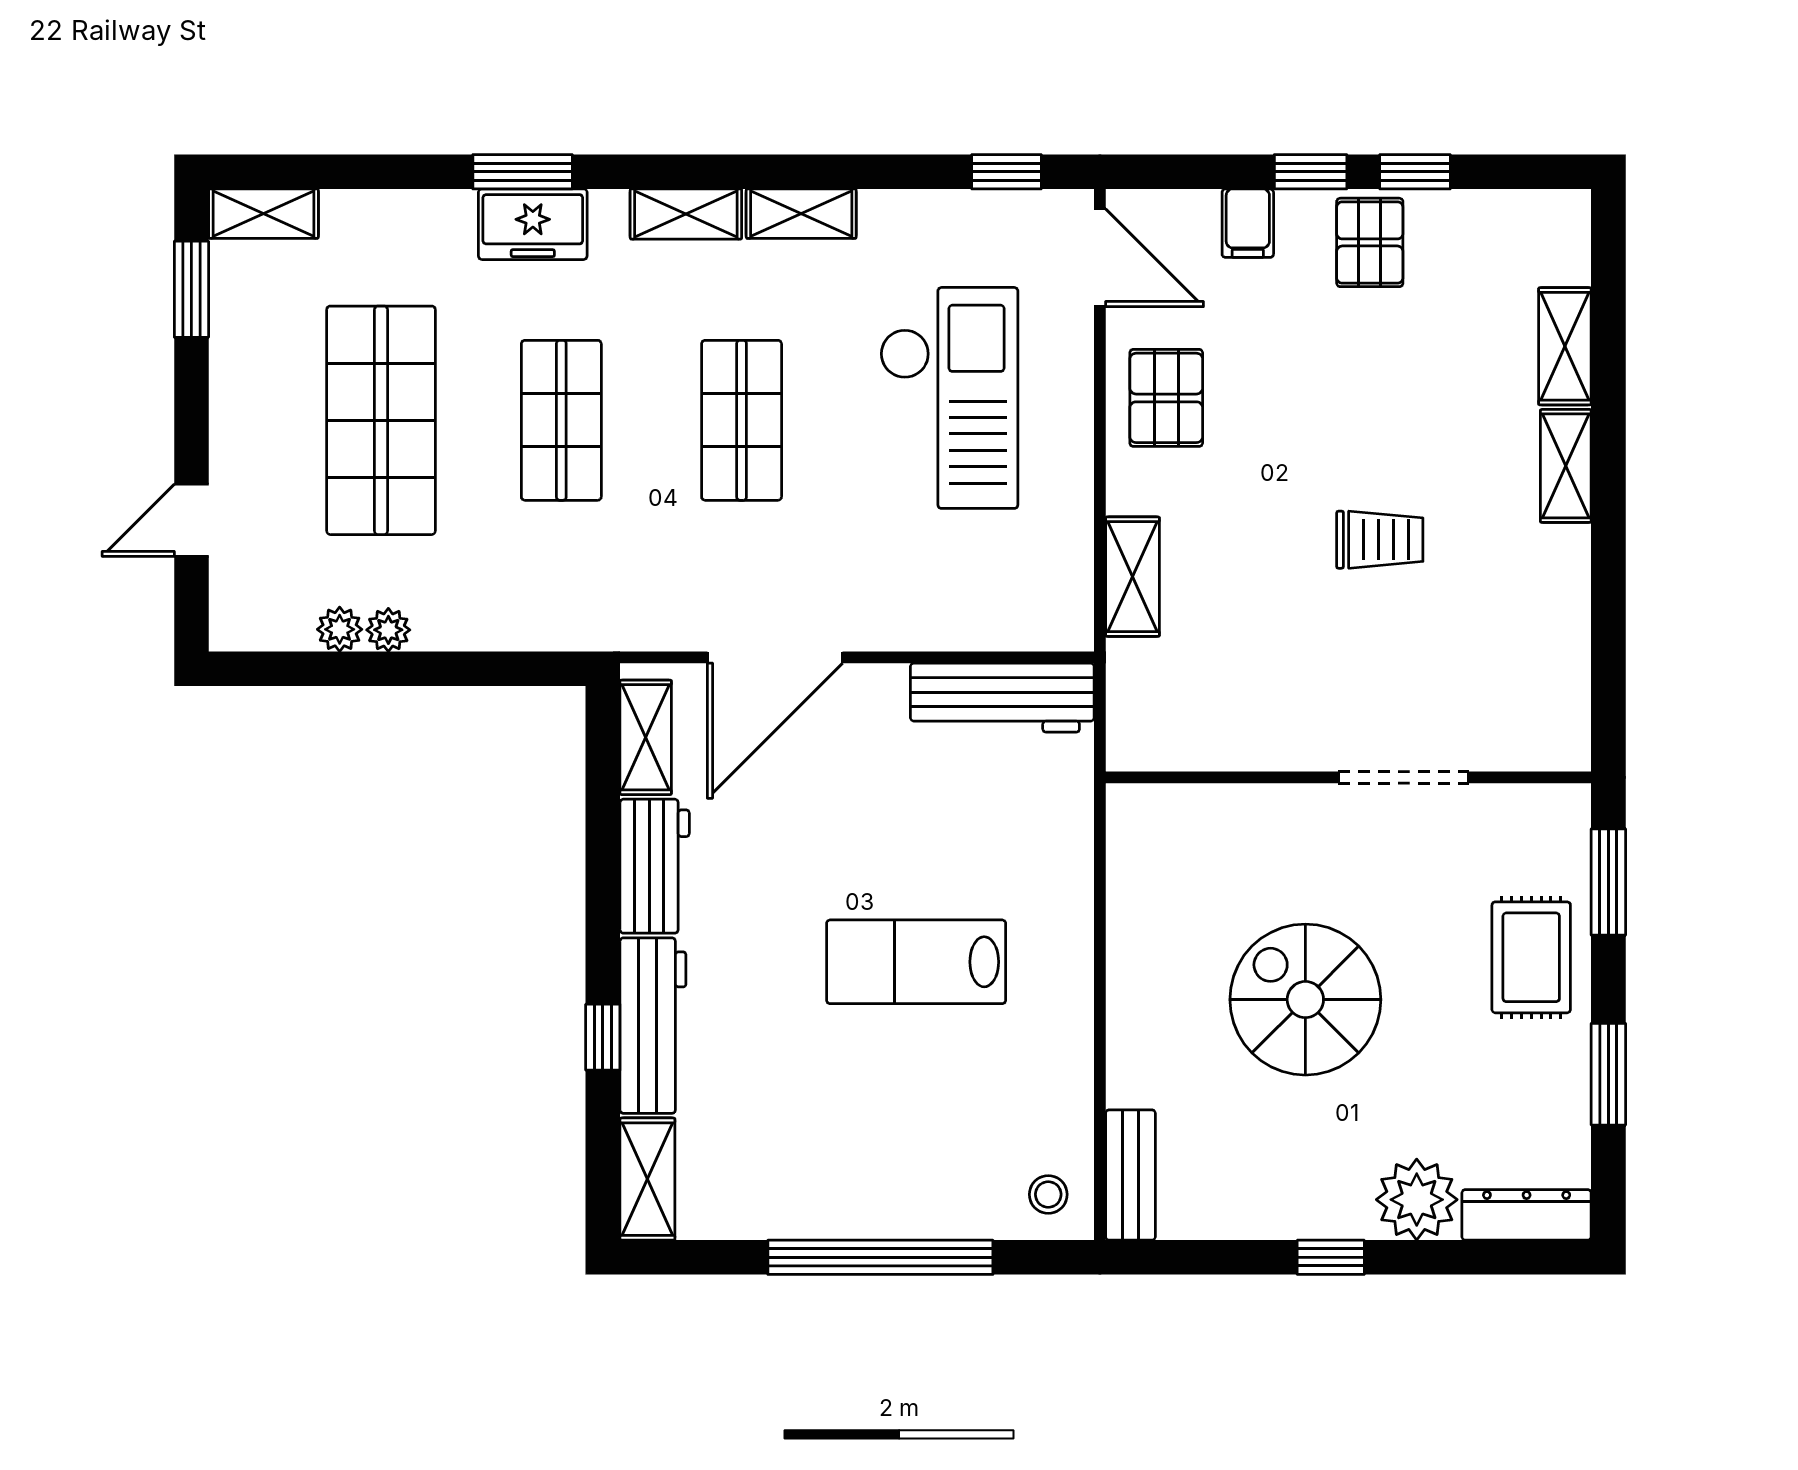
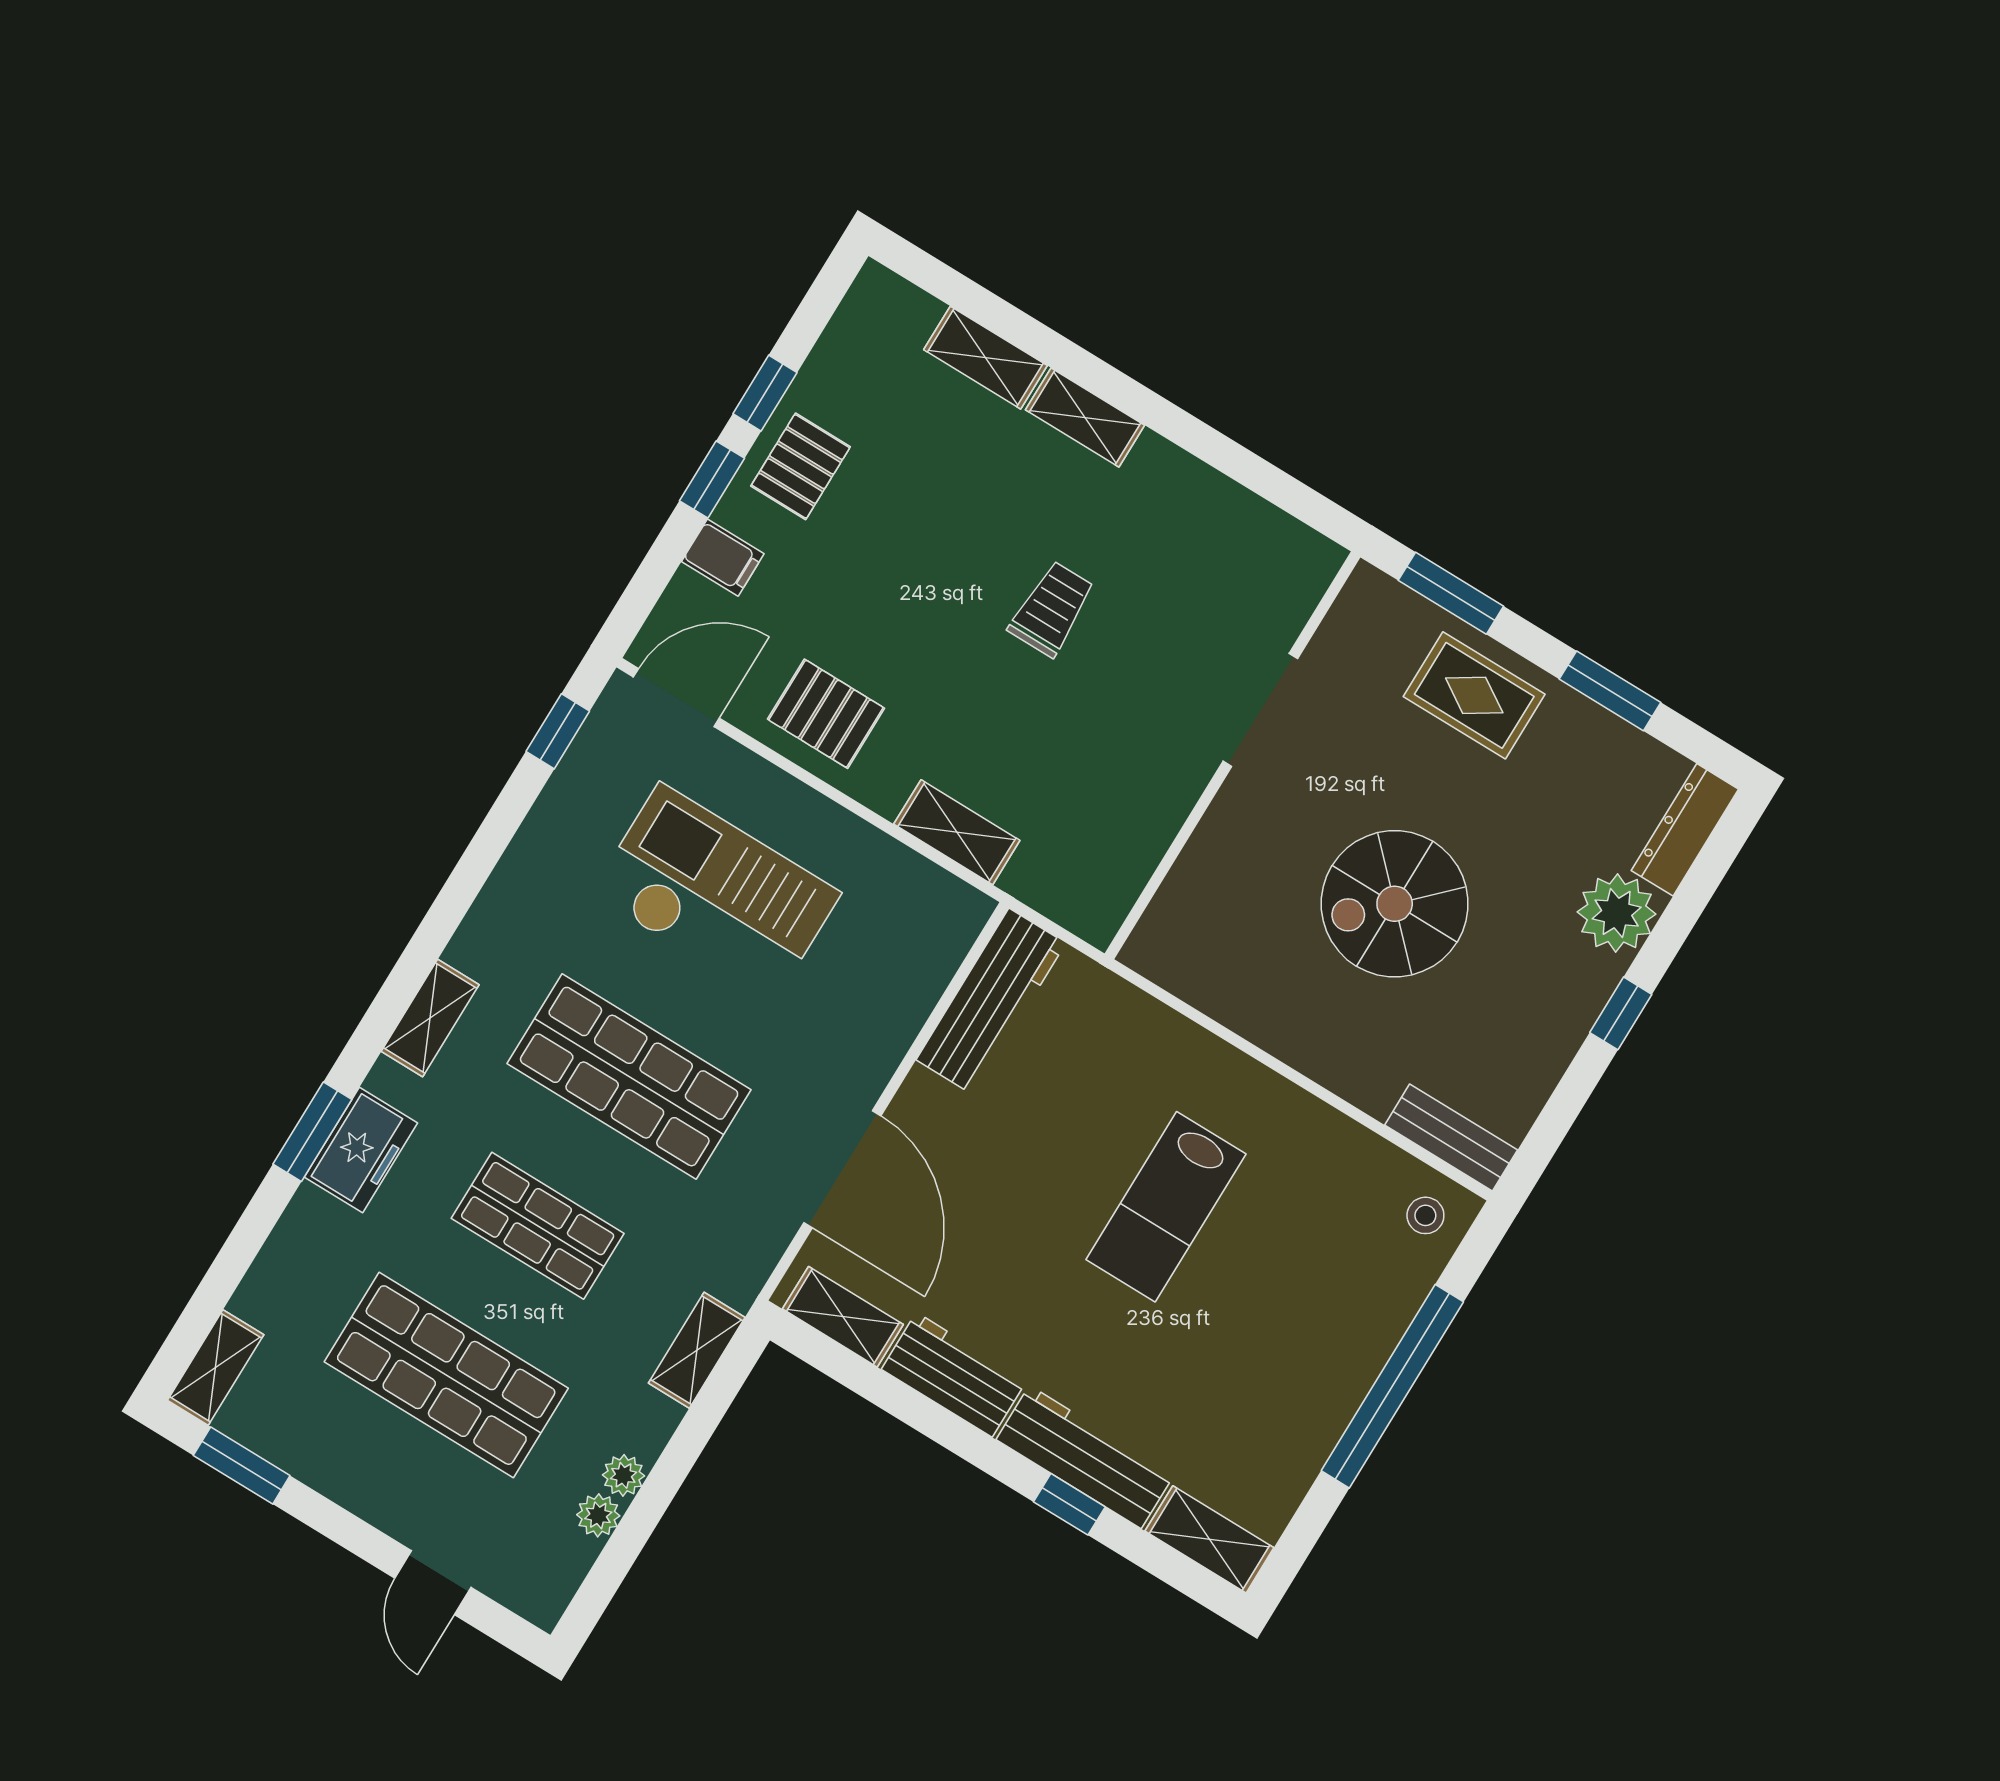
shelving: (801, 214) -> (697, 1350), moved
pallet: (1370, 242) -> (801, 466), turned 90
shop shelf: (742, 420) -> (629, 1077), width x1.43, depth x1.36

